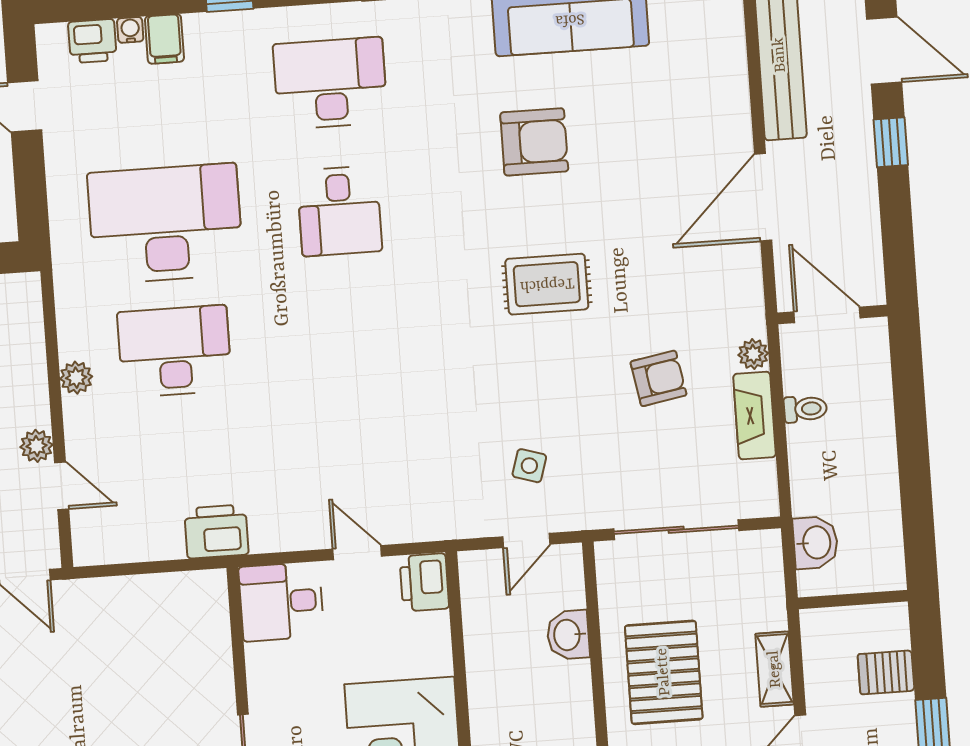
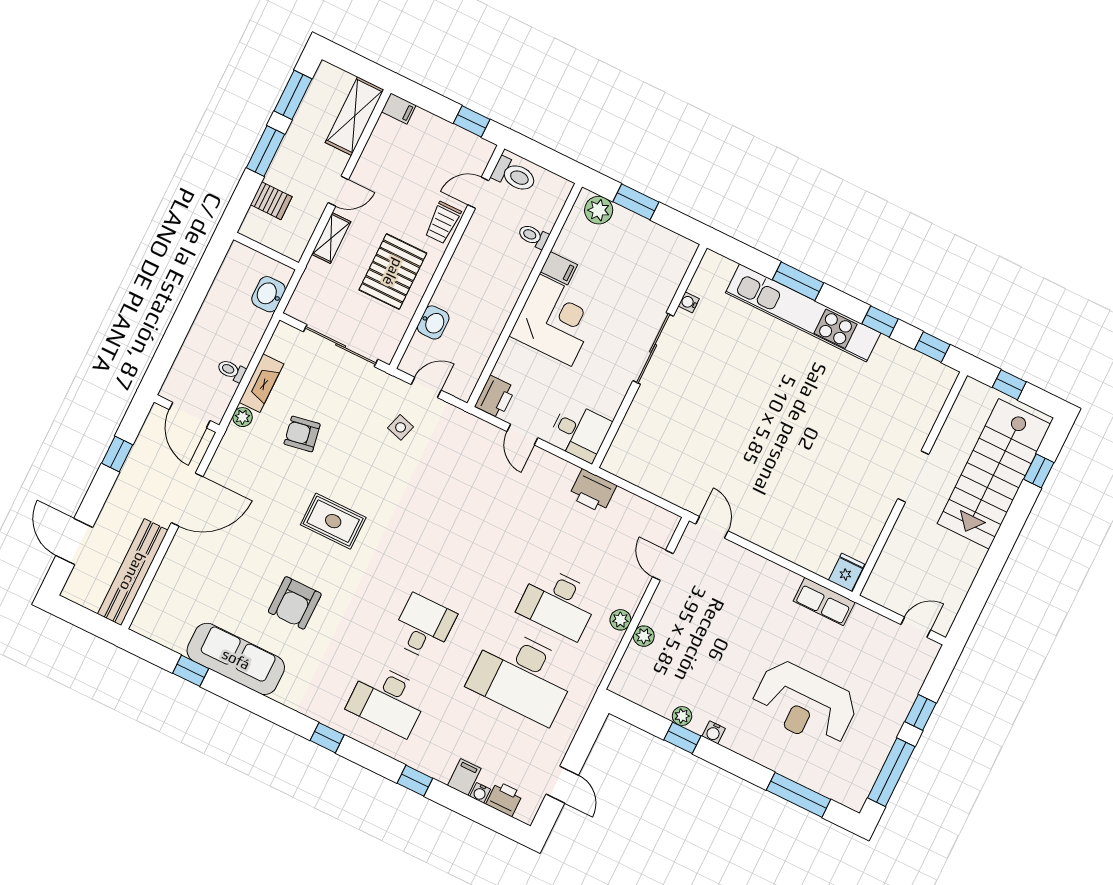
armchair: (534, 142) -> (295, 603), turned -90
window: (891, 142) -> (117, 454), moved
plant: (37, 446) -> (644, 636), moved

